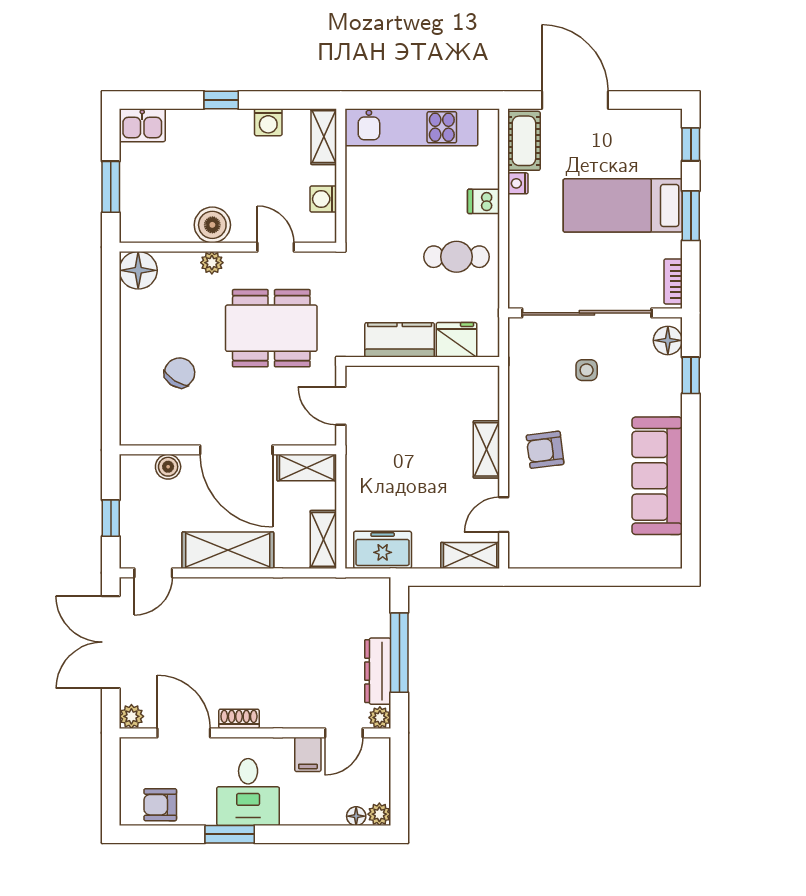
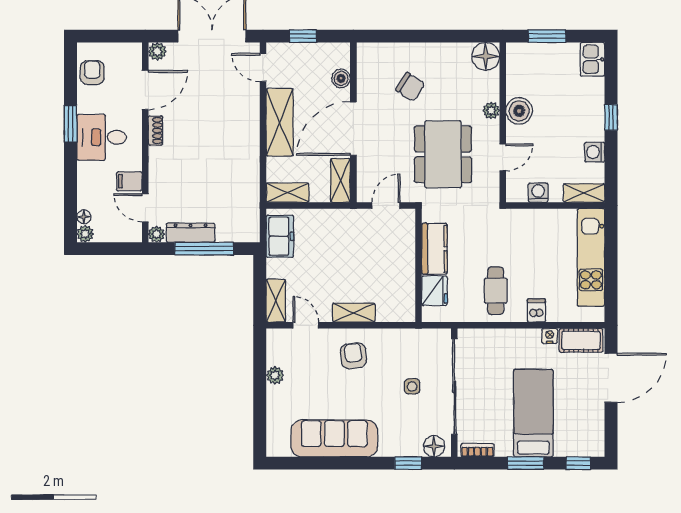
plant: (571, 557) -> (275, 375), added

